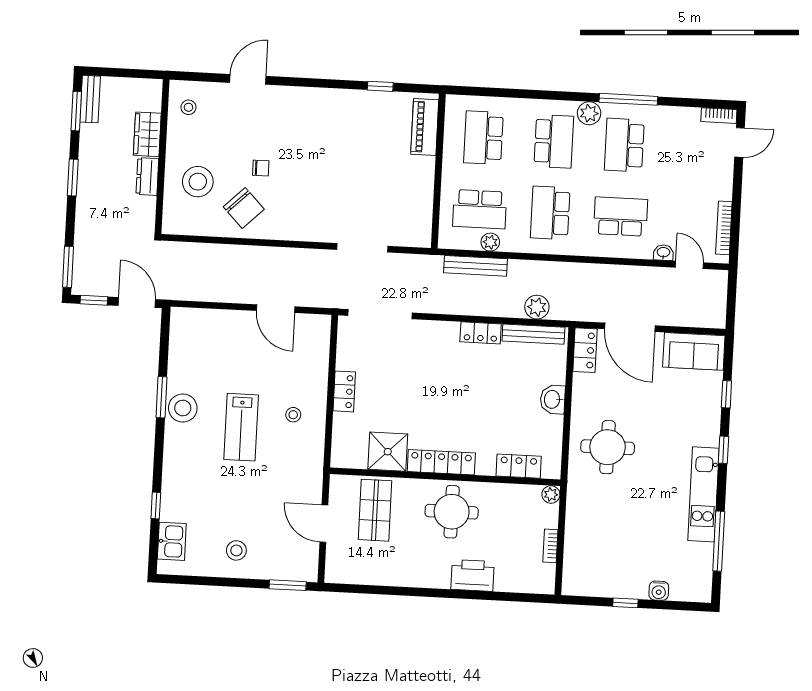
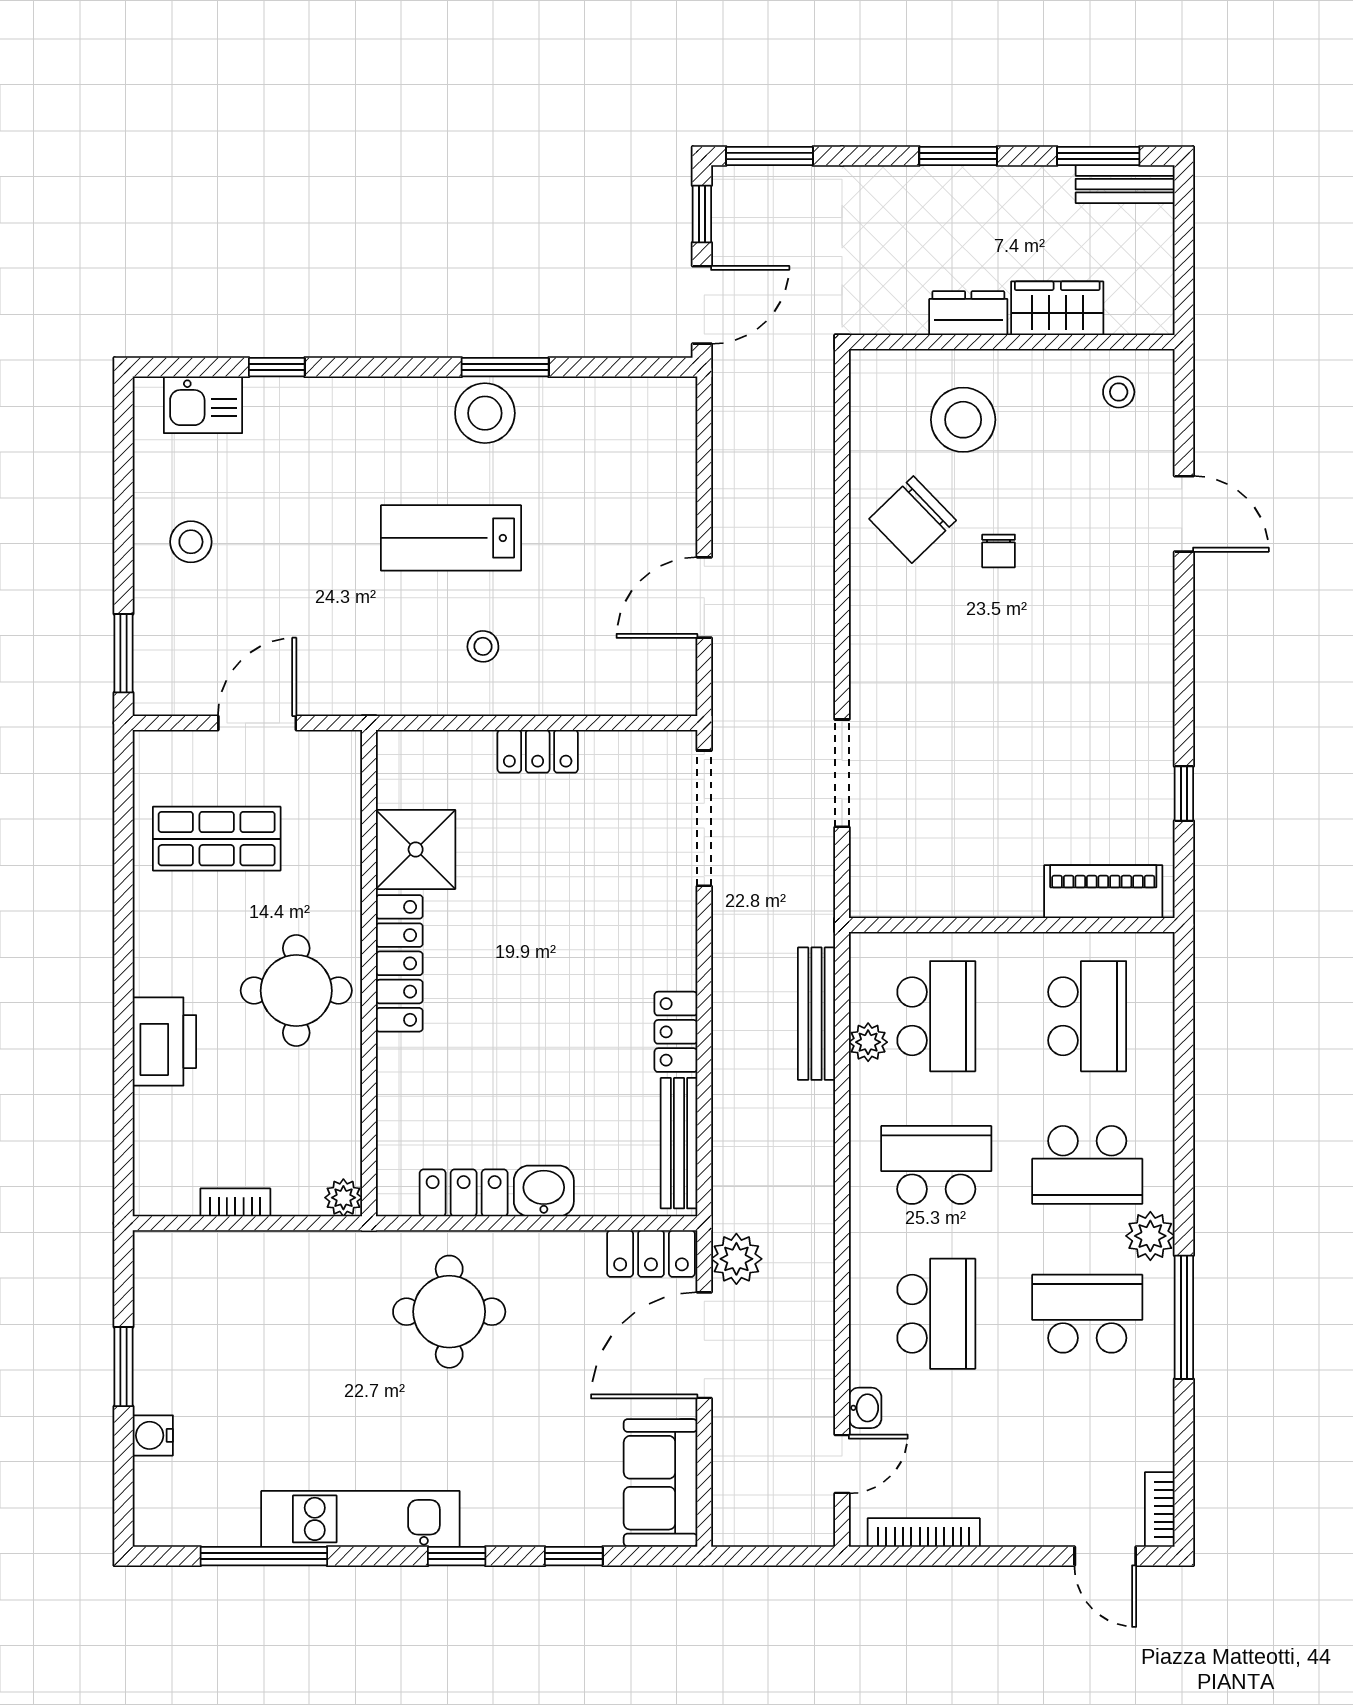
school desk: (483, 138) -> (1087, 1016), turned 90
school desk: (480, 209) -> (936, 1016), turned 180
plant: (537, 307) -> (736, 1259), moved
locker: (519, 466) -> (464, 1193), moved, turned -90
shop shelf: (375, 510) -> (217, 839), moved
window: (625, 603) -> (123, 1367), width x1.50

